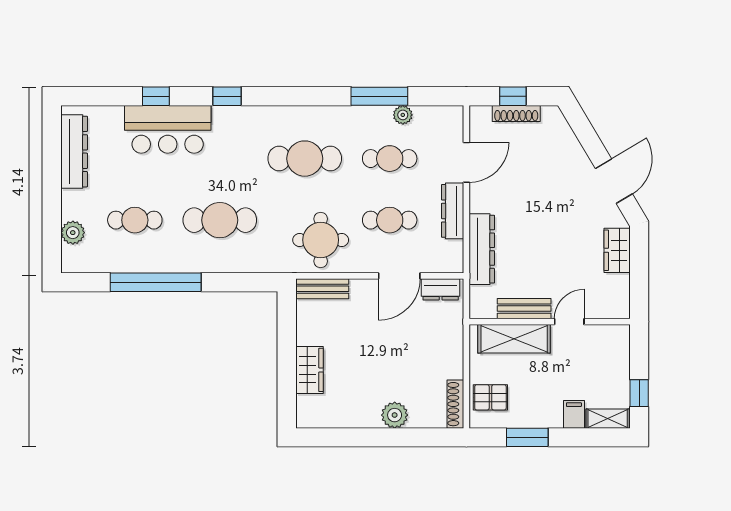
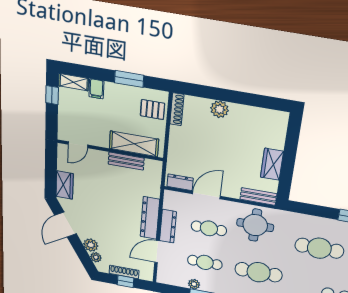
plant: (563, 131) -> (96, 257), added
plant: (572, 152) -> (91, 245), added
dresser: (482, 249) -> (150, 218), moved
door: (569, 322) -> (78, 145), moved
wardrobe: (309, 370) -> (272, 164), moved

